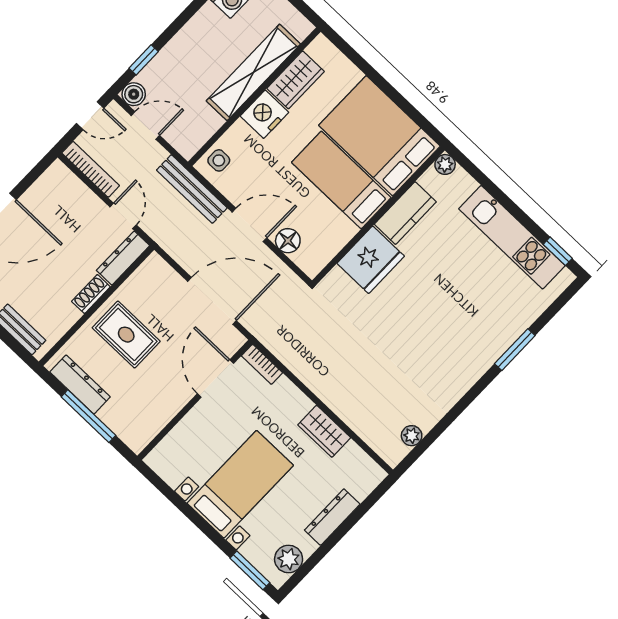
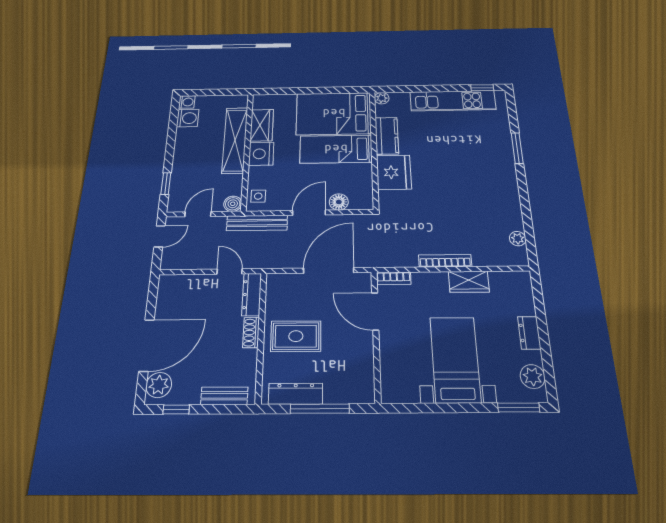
boiler: (134, 94) -> (233, 204), moved
bookcase: (91, 169) -> (445, 261), moved
dresser: (332, 517) -> (529, 333), width x0.70

